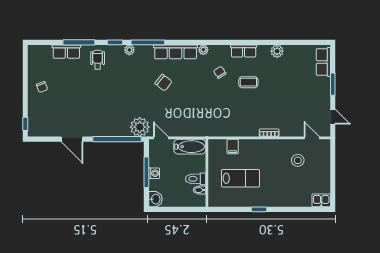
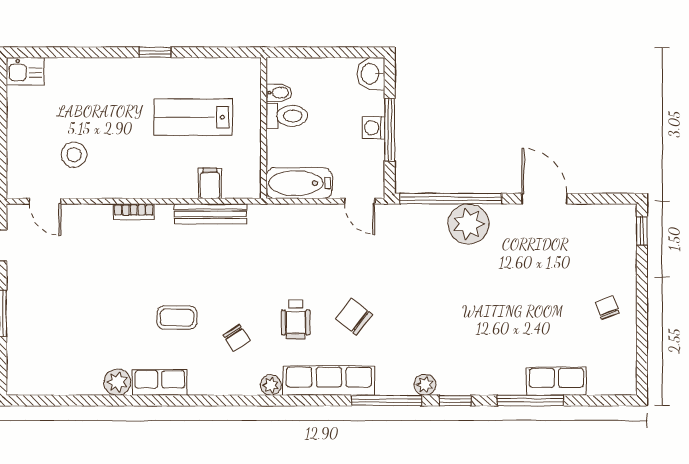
row of seats: (244, 51) -> (160, 382), moved
wheelchair: (98, 60) -> (296, 319), moved
row of seats: (323, 62) -> (21, 360), removed
plant: (140, 127) -> (469, 224), moved
bench: (232, 132) -> (211, 214), added

